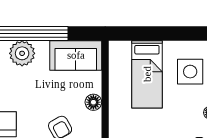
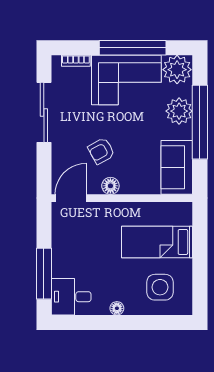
floor lamp: (93, 102) -> (110, 186), moved

